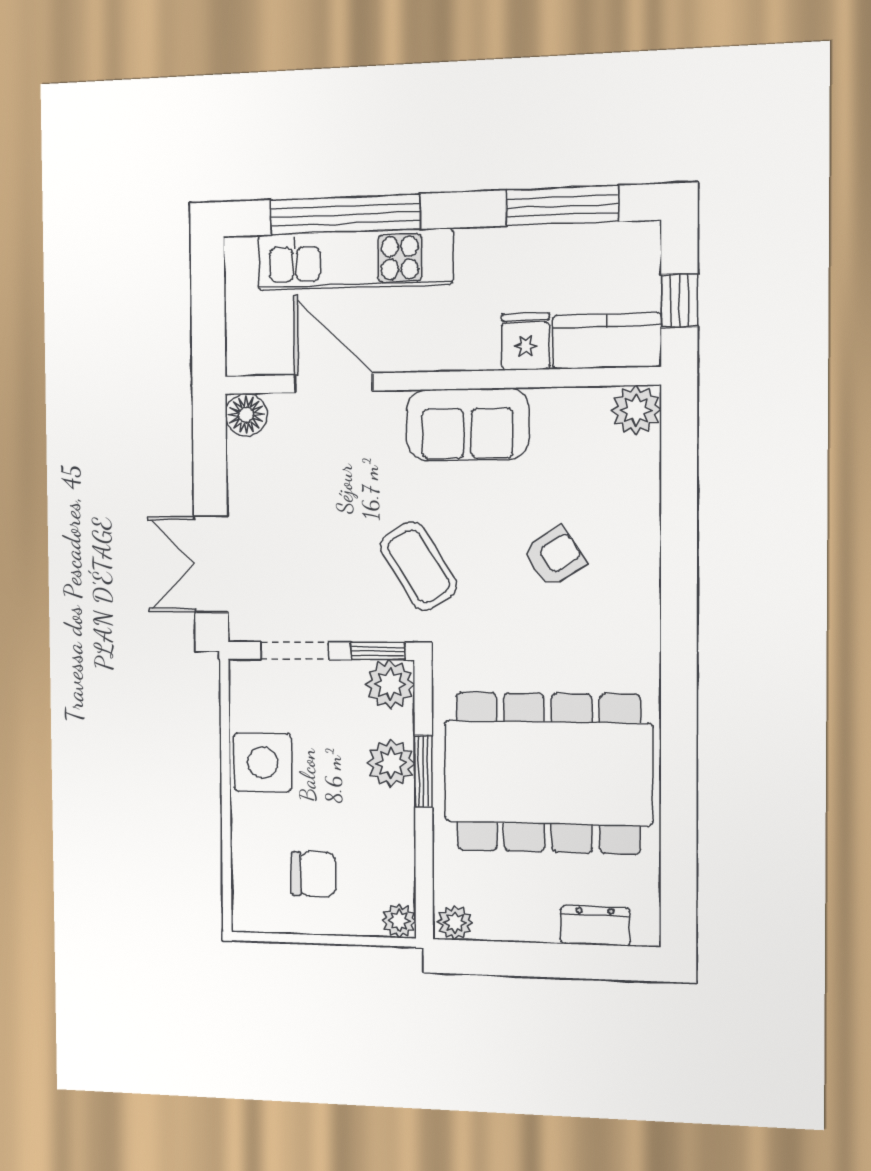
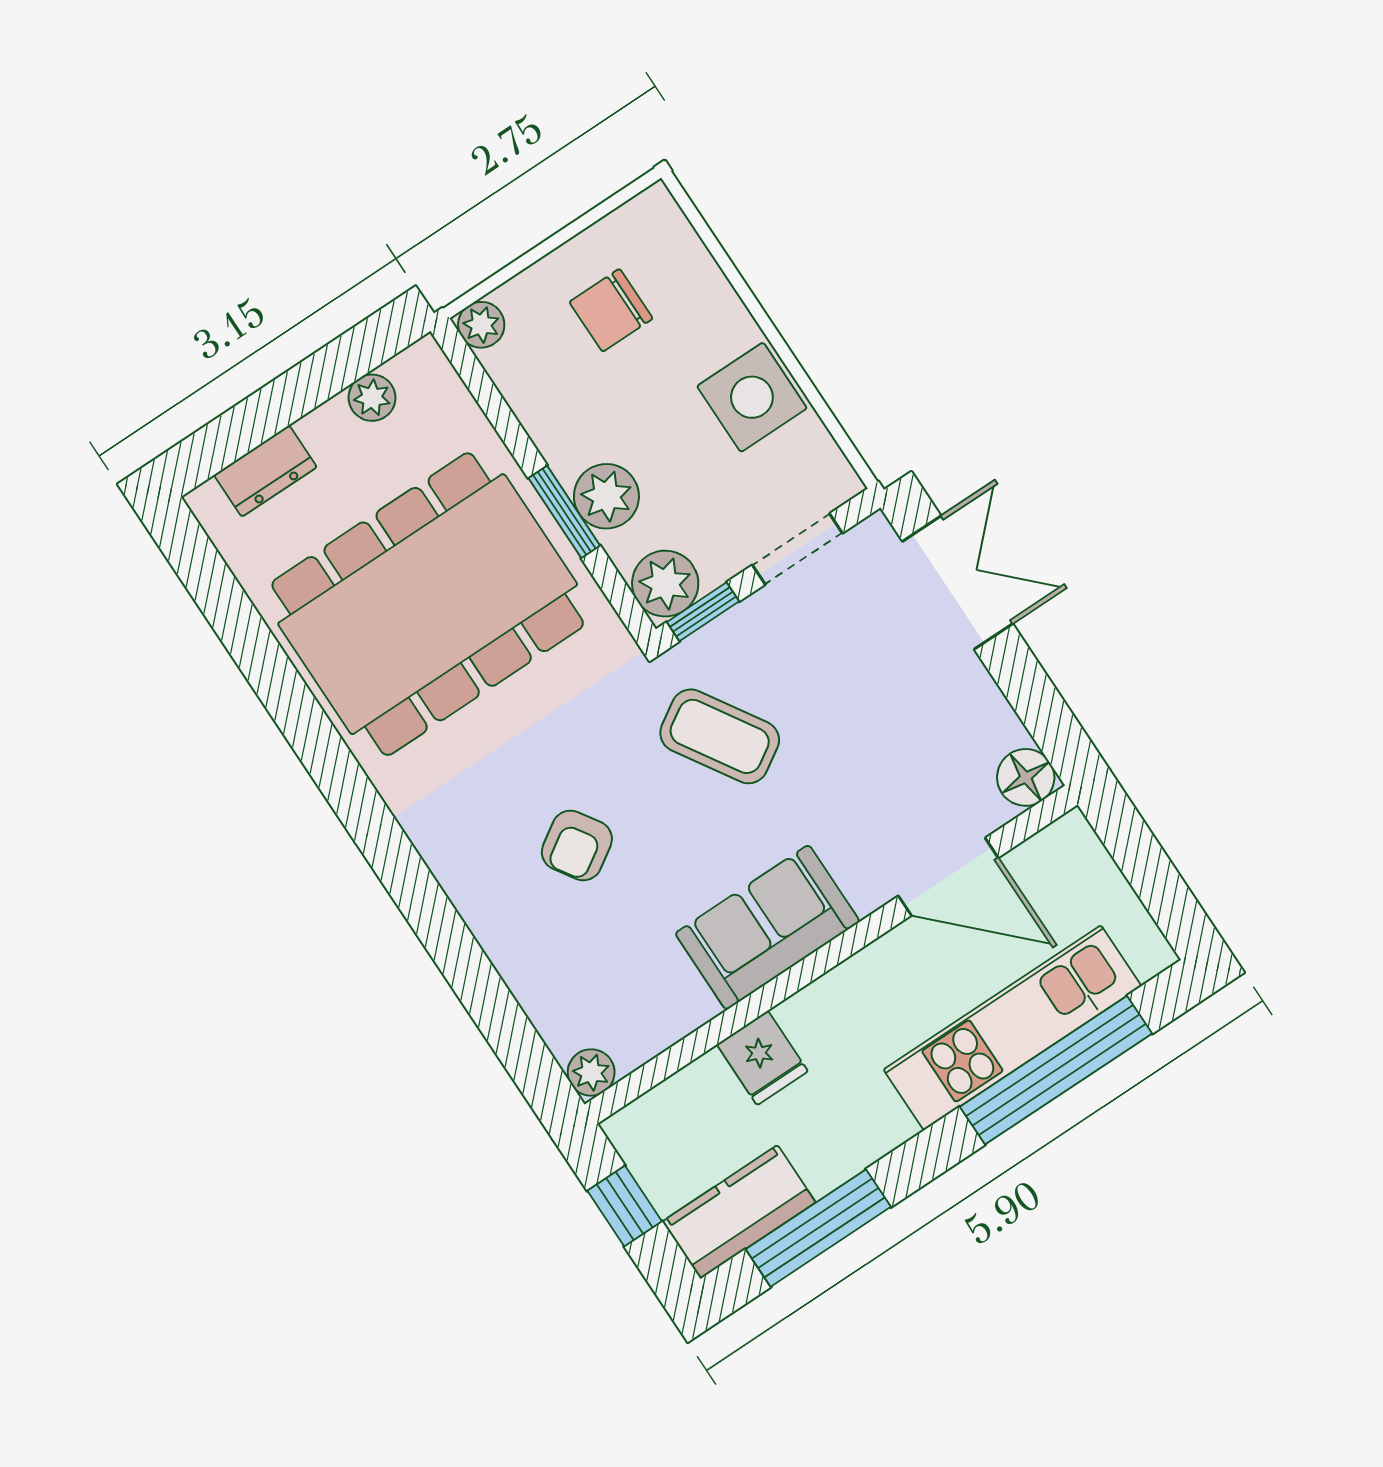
kitchen counter: (607, 341) -> (739, 1212), moved, turned 180
plant: (636, 410) -> (591, 1072), width x0.73, depth x0.73
plant: (455, 923) -> (372, 398), moved

